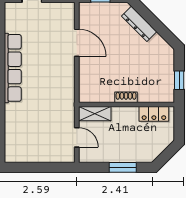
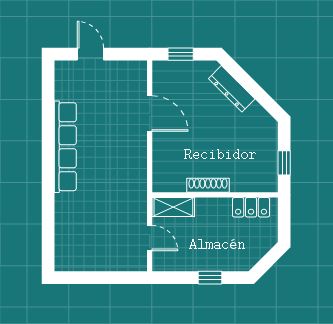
shoe rack: (126, 97) -> (208, 185), width x1.43
window: (123, 167) -> (210, 278), width x0.67

